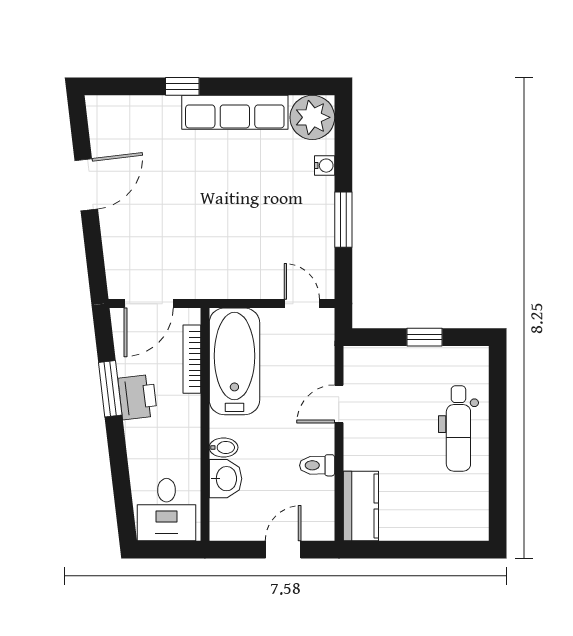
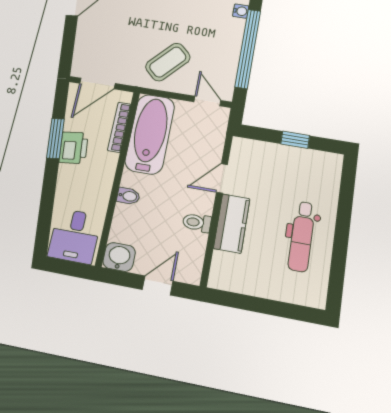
window: (343, 220) -> (248, 48), width x2.11
coffee table: (238, 257) -> (168, 62), added
dental chair: (458, 428) -> (302, 236), moved
washbasin: (225, 479) -> (119, 257), moved, turned -90
kitchen counter: (361, 506) -> (232, 223), moved

